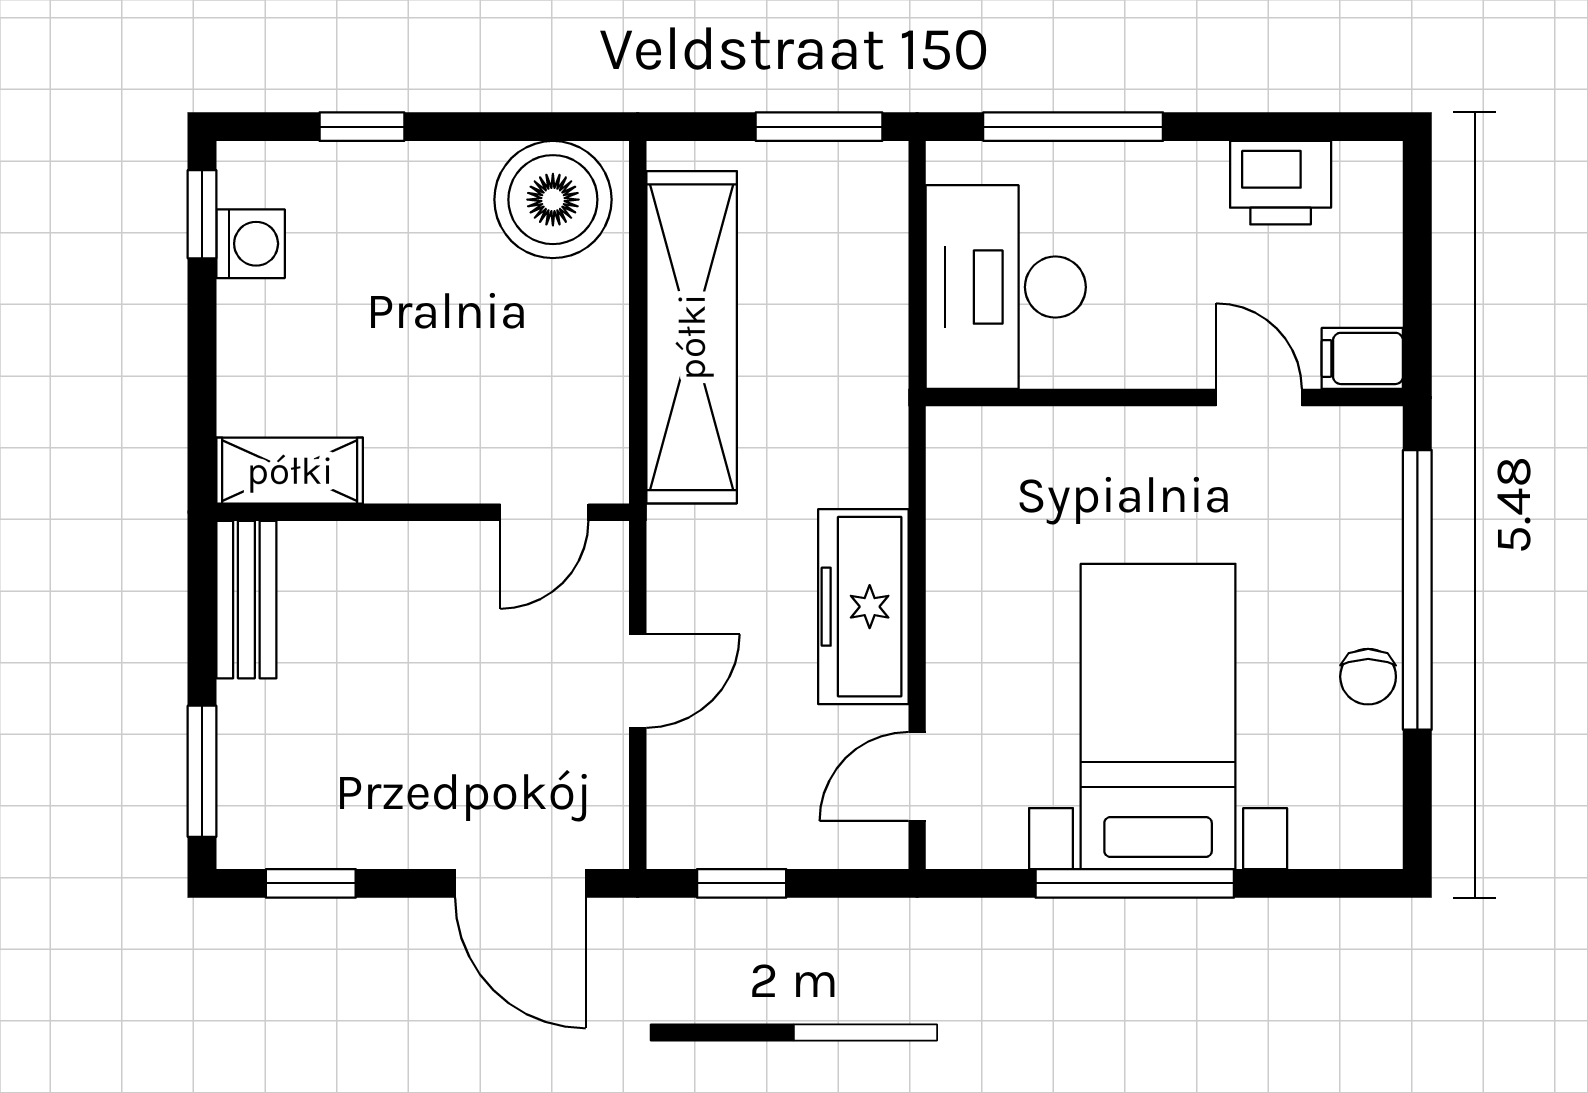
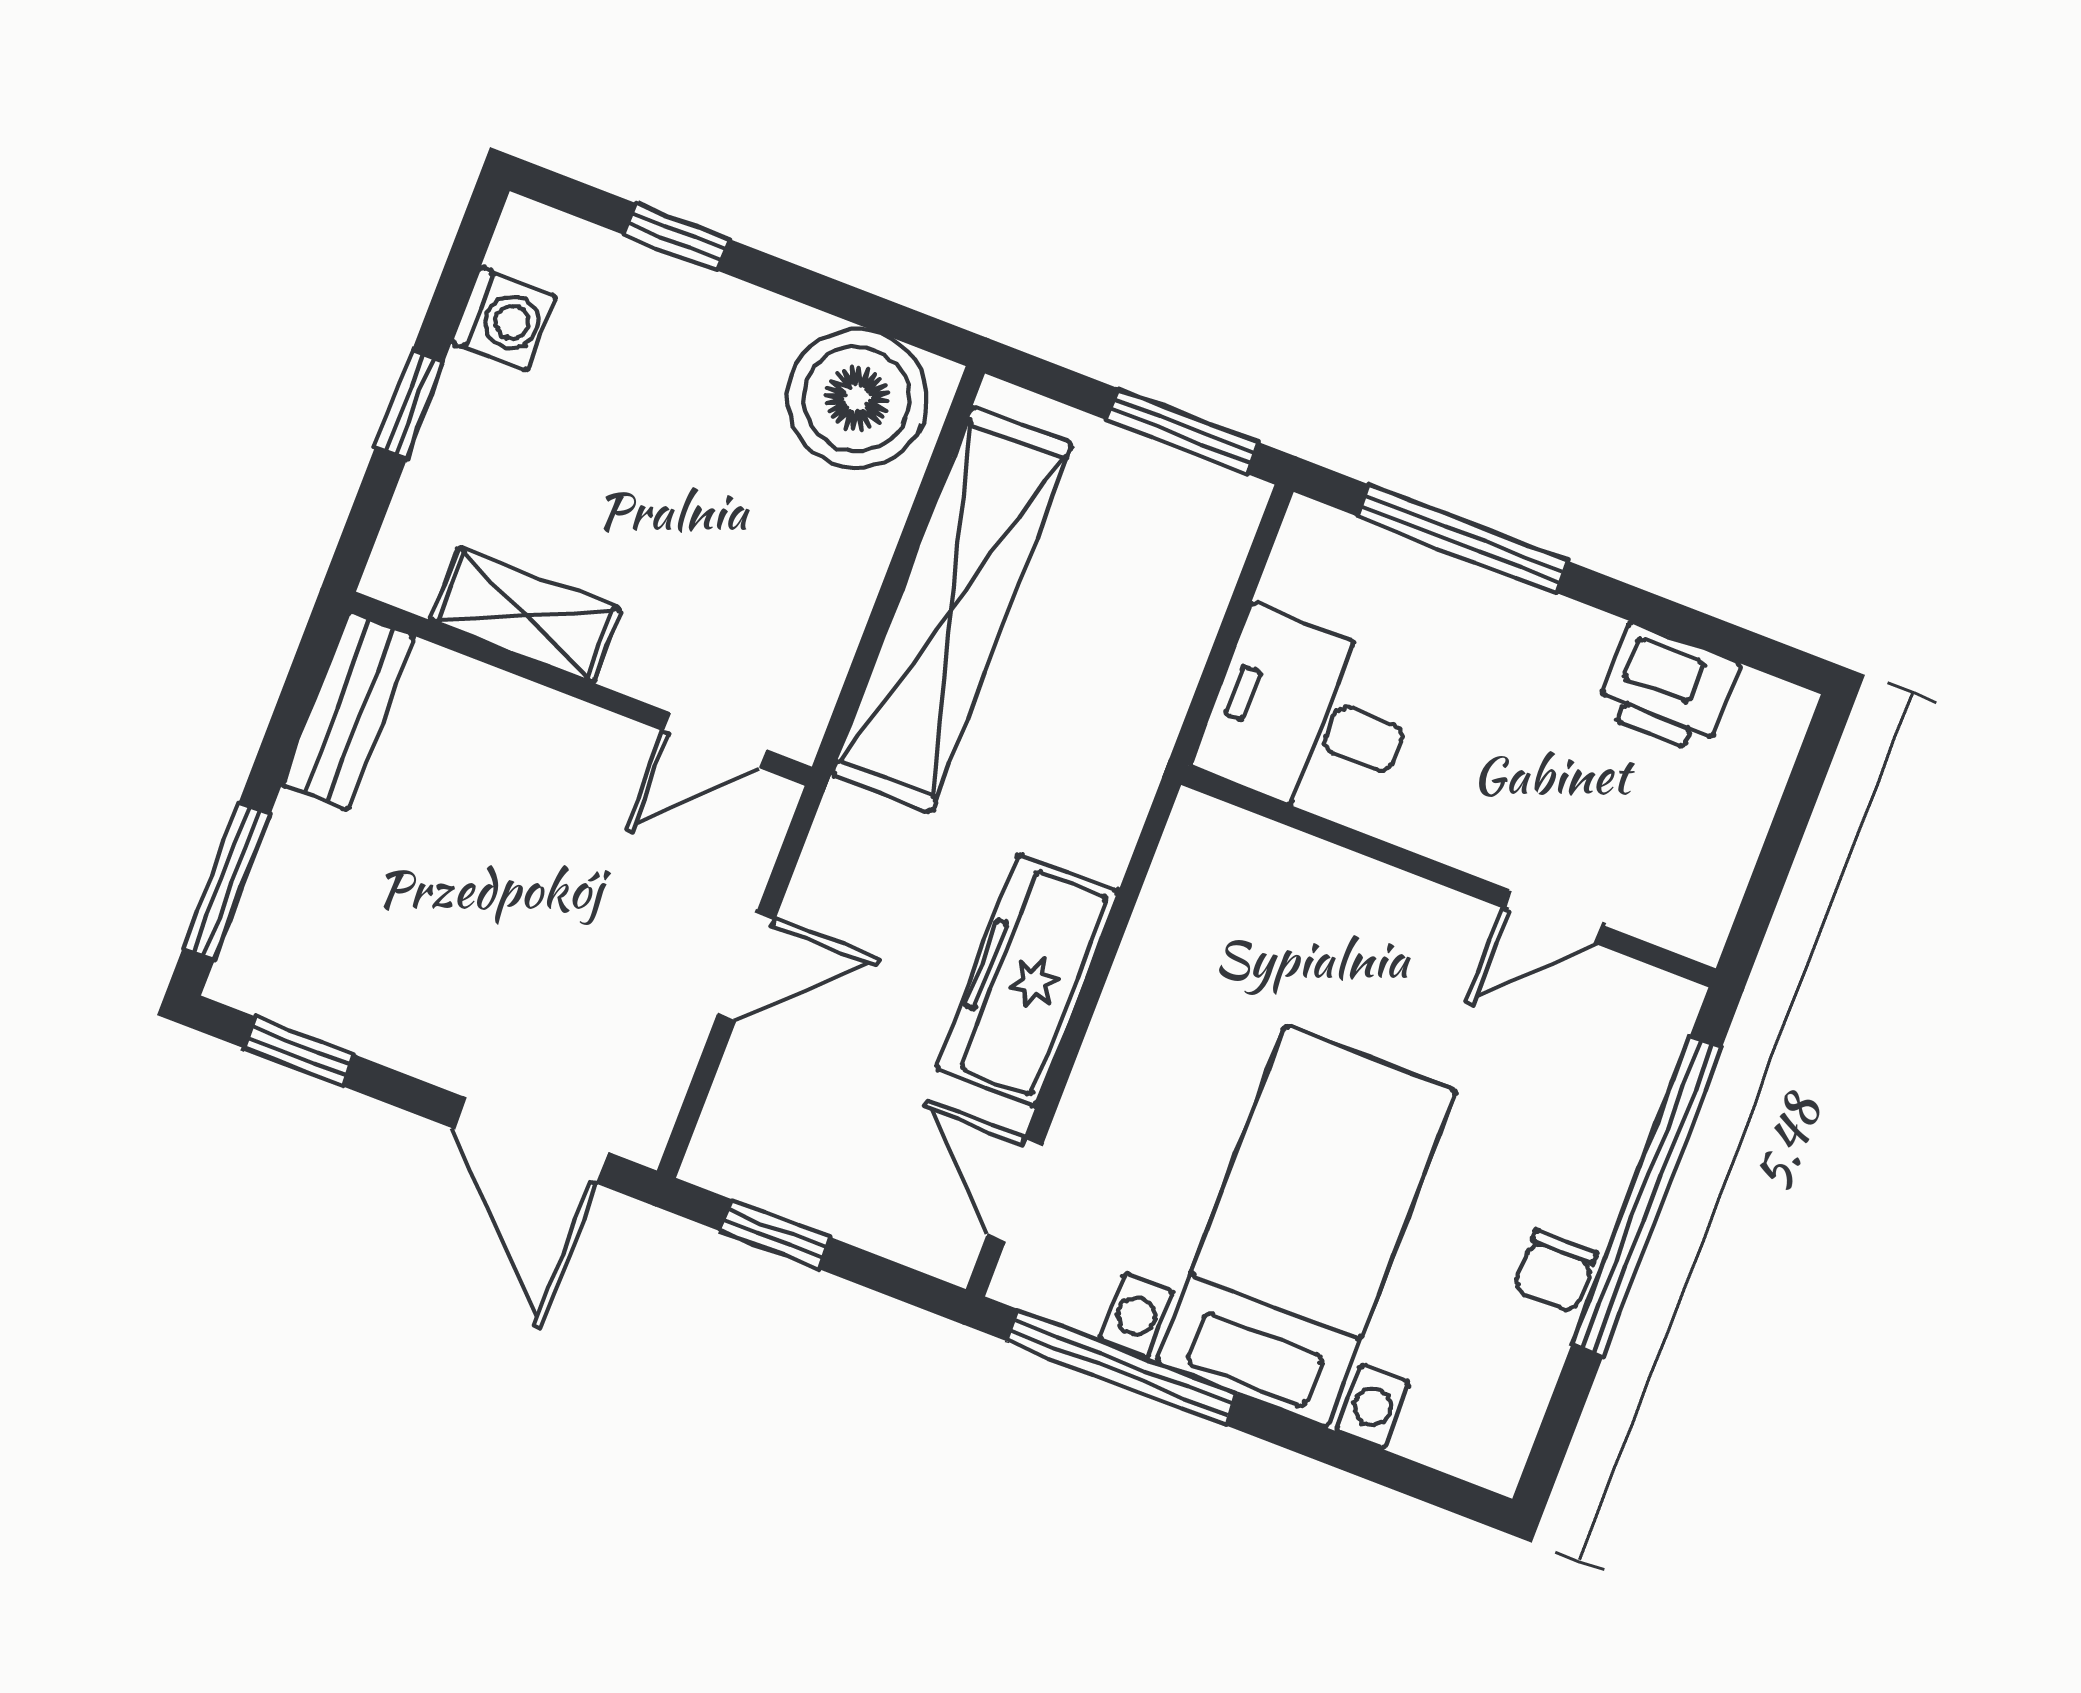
window: (202, 214) -> (409, 405), moved
desk: (1006, 287) -> (1308, 718), width x0.73
filing cabinet: (1362, 358) -> (1684, 917), removed
door: (1259, 398) -> (1553, 917), swing flipped
shelving: (290, 471) -> (526, 615), moved
door: (917, 776) -> (1015, 1190), hinge flipped
window: (1135, 883) -> (1122, 1367), moved

